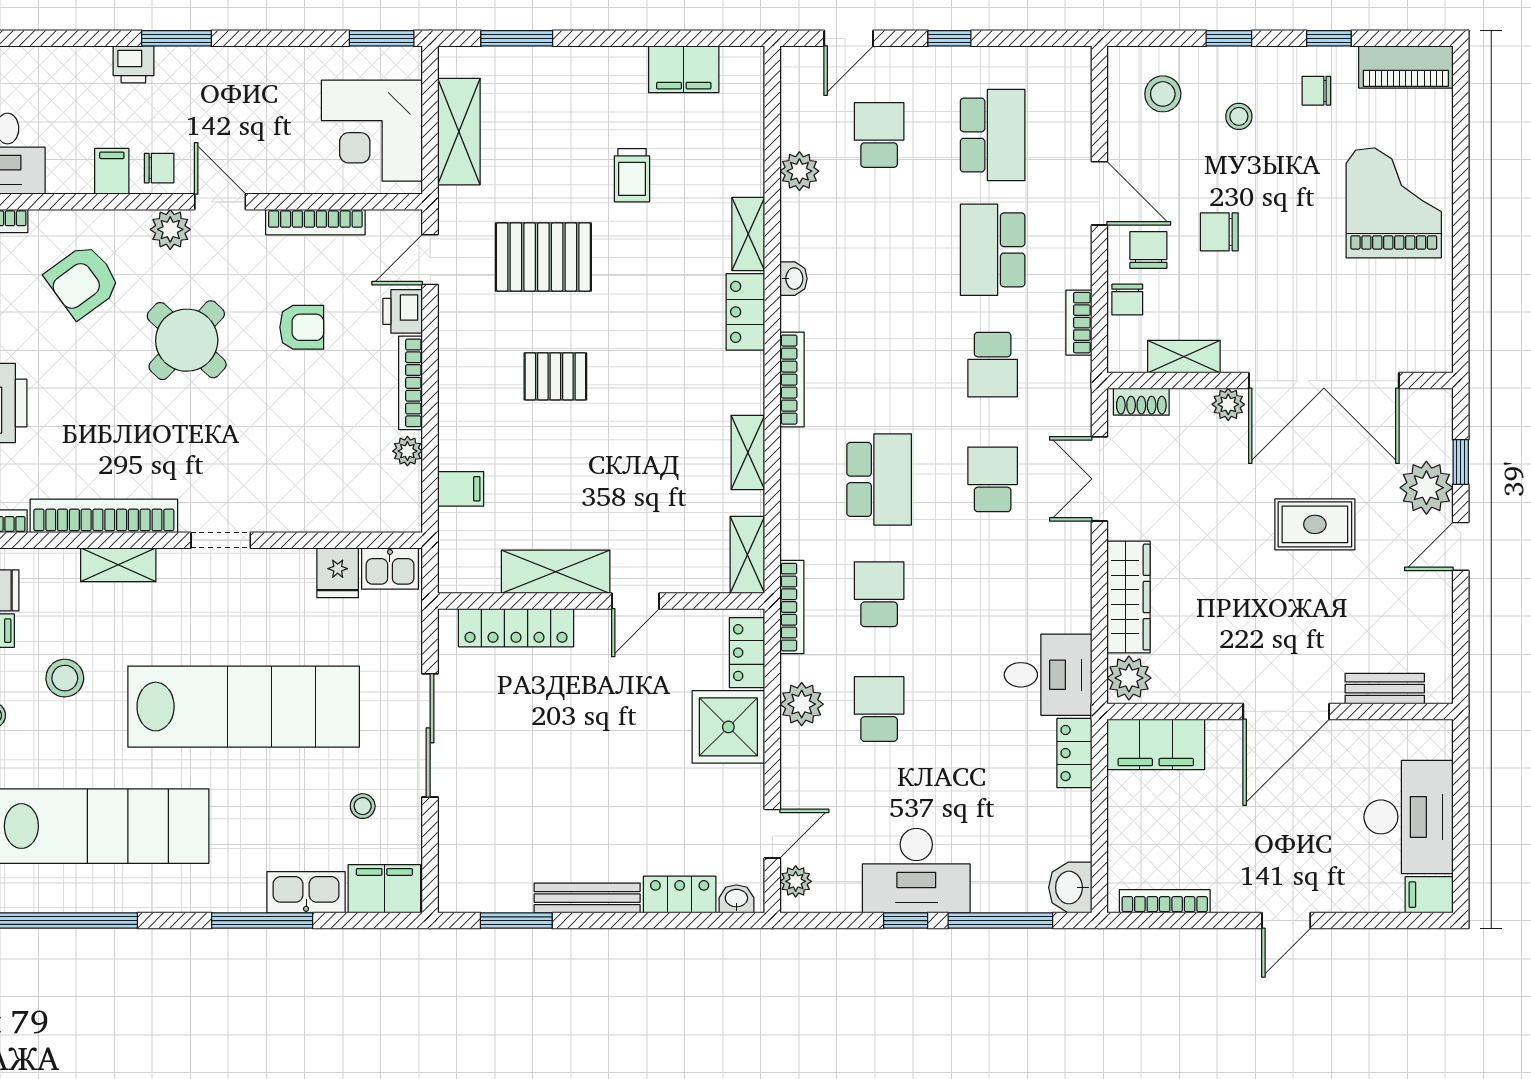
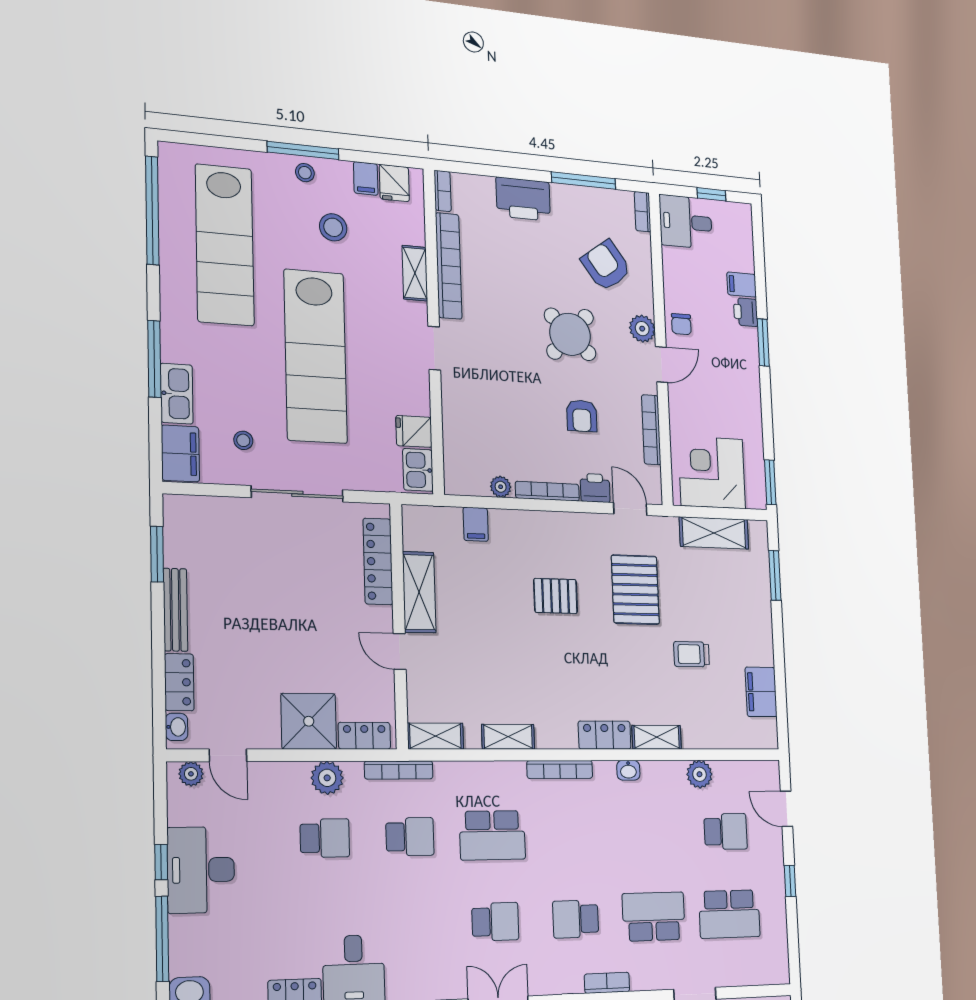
filing cabinet: (112, 171) -> (742, 285), moved, turned 180
pallet: (555, 376) -> (556, 596), turned 90

